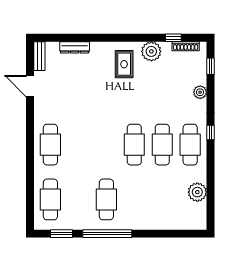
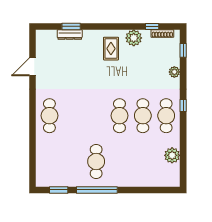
window: (76, 38) -> (71, 26), added
bench: (39, 56) -> (40, 42), removed
door: (30, 86) -> (32, 67), hinge flipped
cafe table: (50, 199) -> (49, 161), removed

